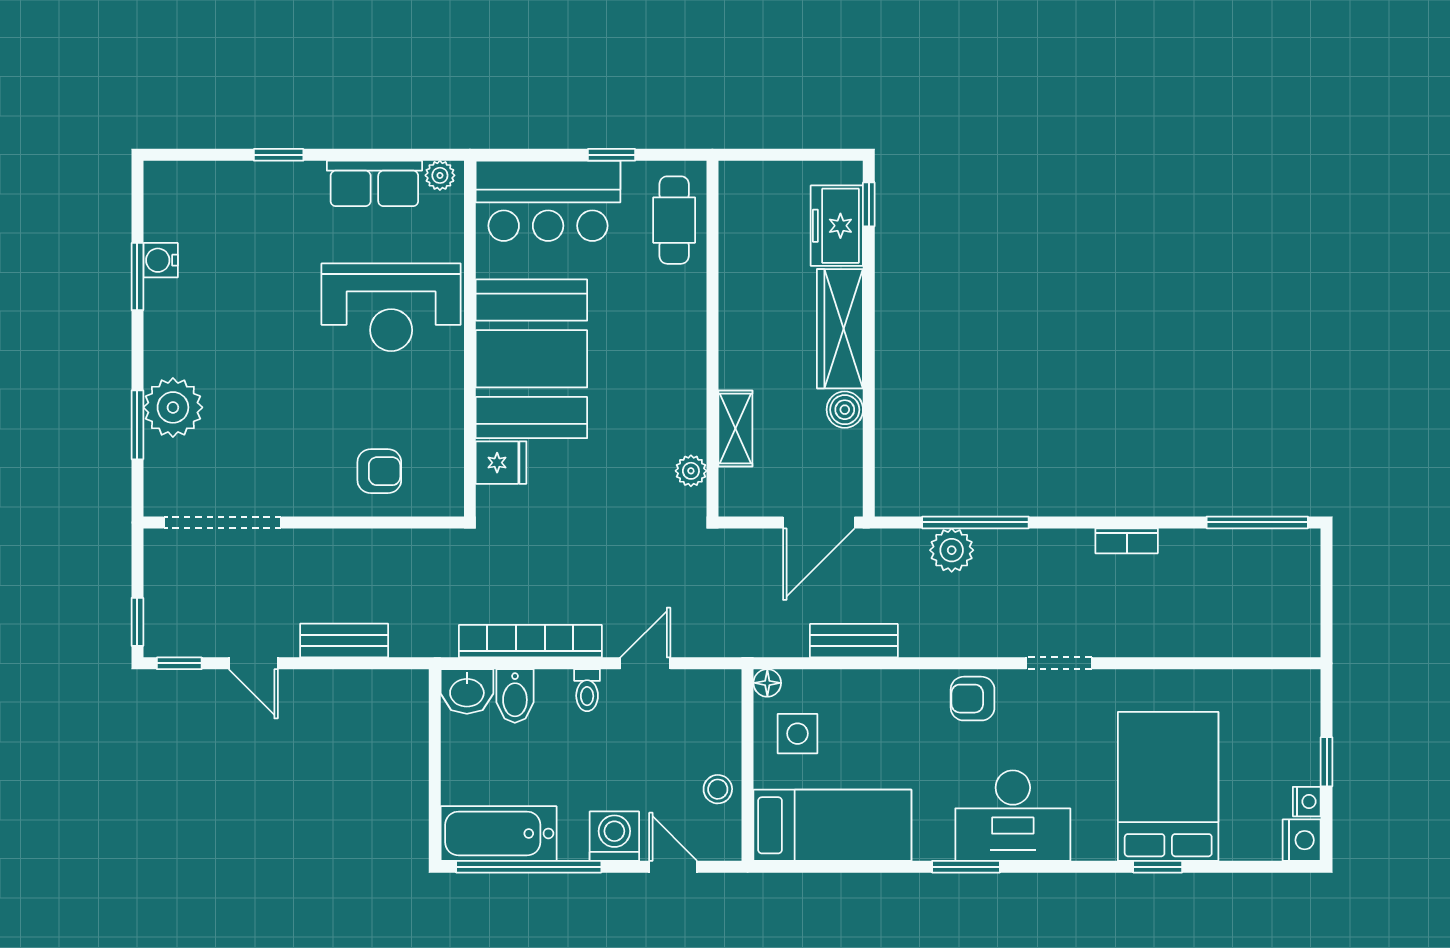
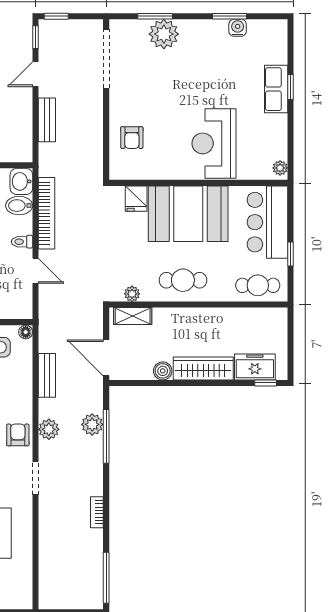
row of seats: (374, 183) -> (276, 89), moved
cafe table: (664, 369) -> (183, 280), added
shelving: (735, 429) -> (133, 316), moved
plant: (961, 637) -> (49, 429), added

